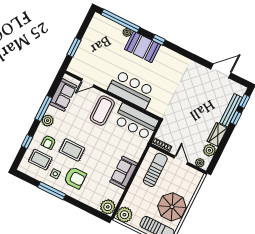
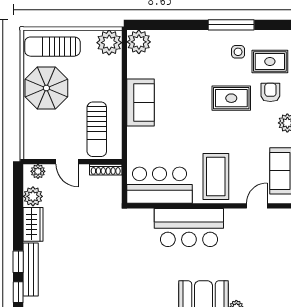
armchair: (75, 178) -> (207, 60), removed

